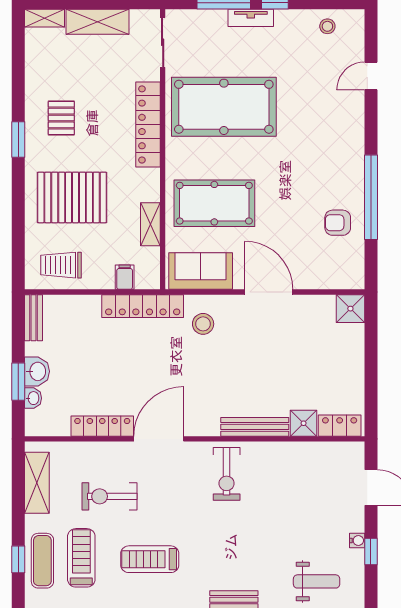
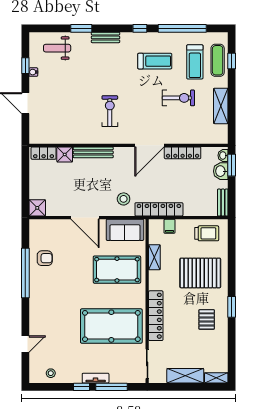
shower: (304, 423) -> (65, 154), moved
locker: (102, 426) -> (183, 153), moved
locker: (340, 426) -> (44, 153), moved
bench: (255, 427) -> (93, 152), moved
door: (159, 439) -> (149, 145), moved
wall: (195, 439) -> (129, 145), moved

